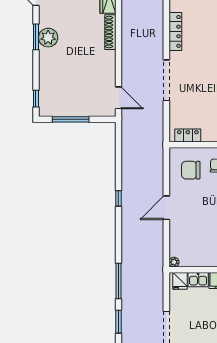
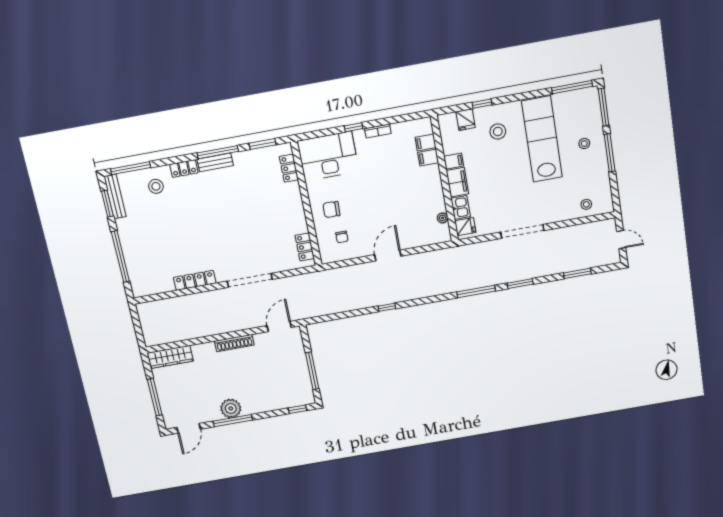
shoe rack: (110, 32) -> (234, 343), moved
window: (36, 37) -> (233, 421), width x1.44
chair: (191, 170) -> (342, 237), width x0.54, depth x0.54
door: (166, 208) -> (388, 255), swing flipped
plant: (174, 262) -> (442, 218), moved

